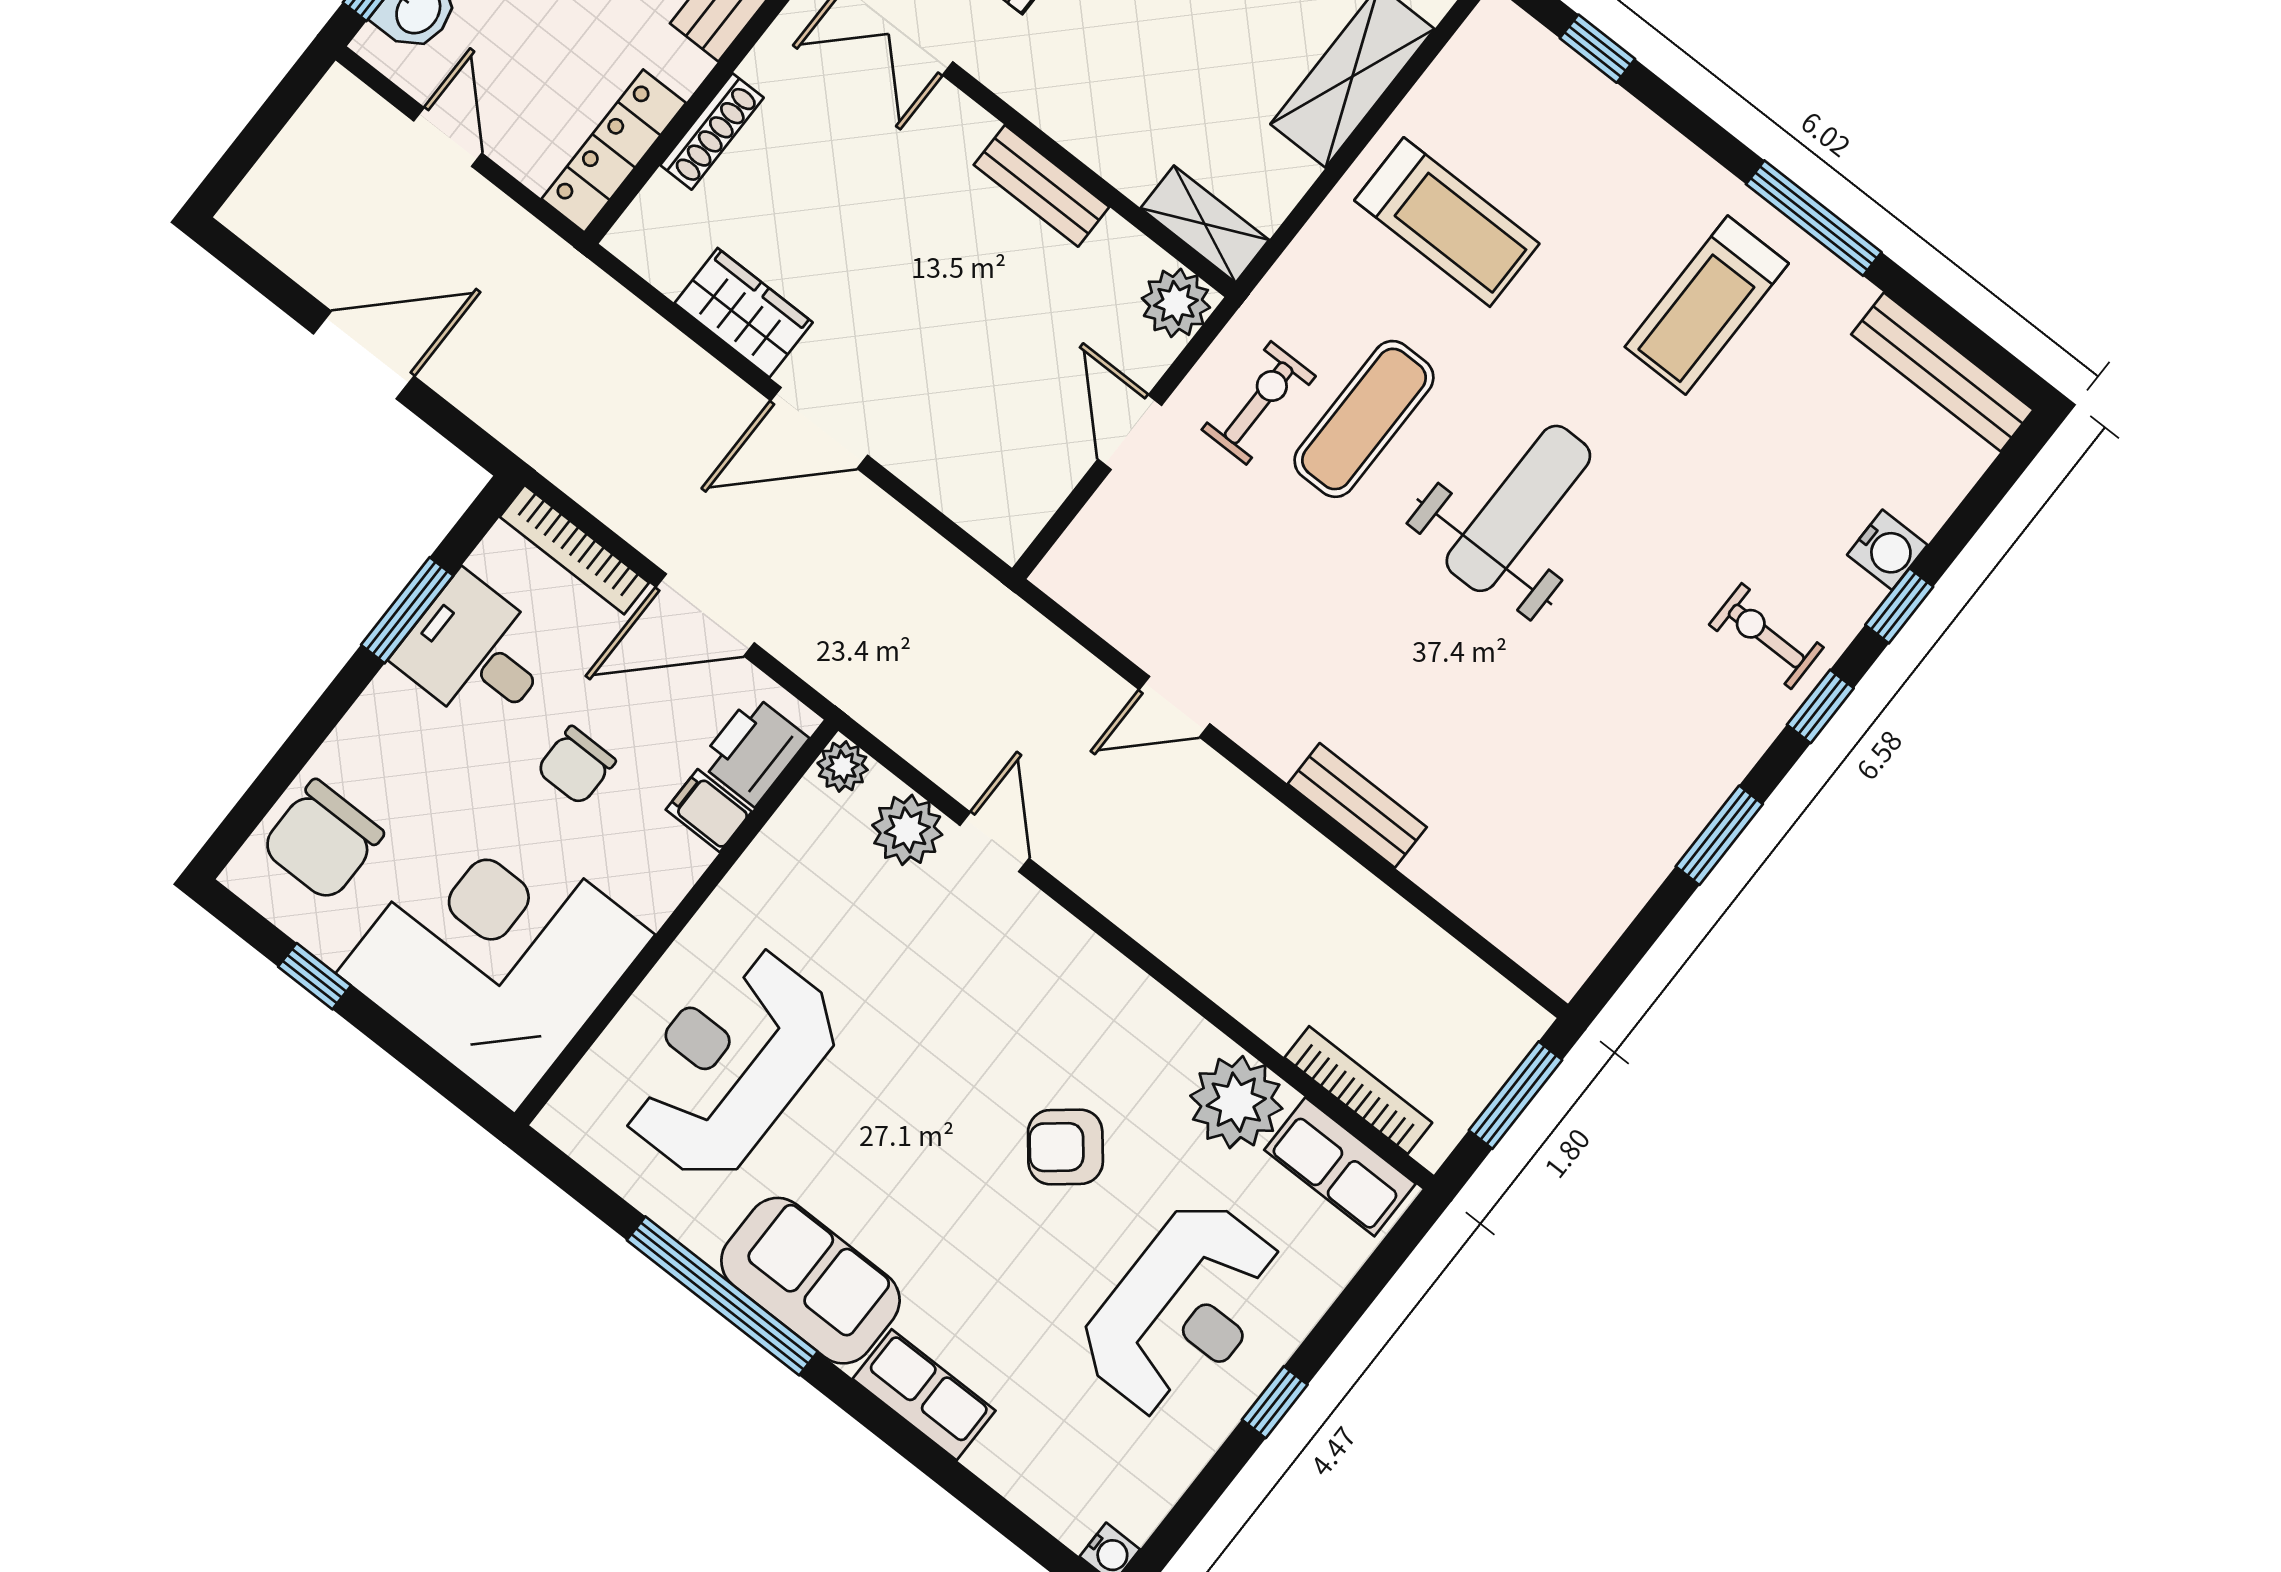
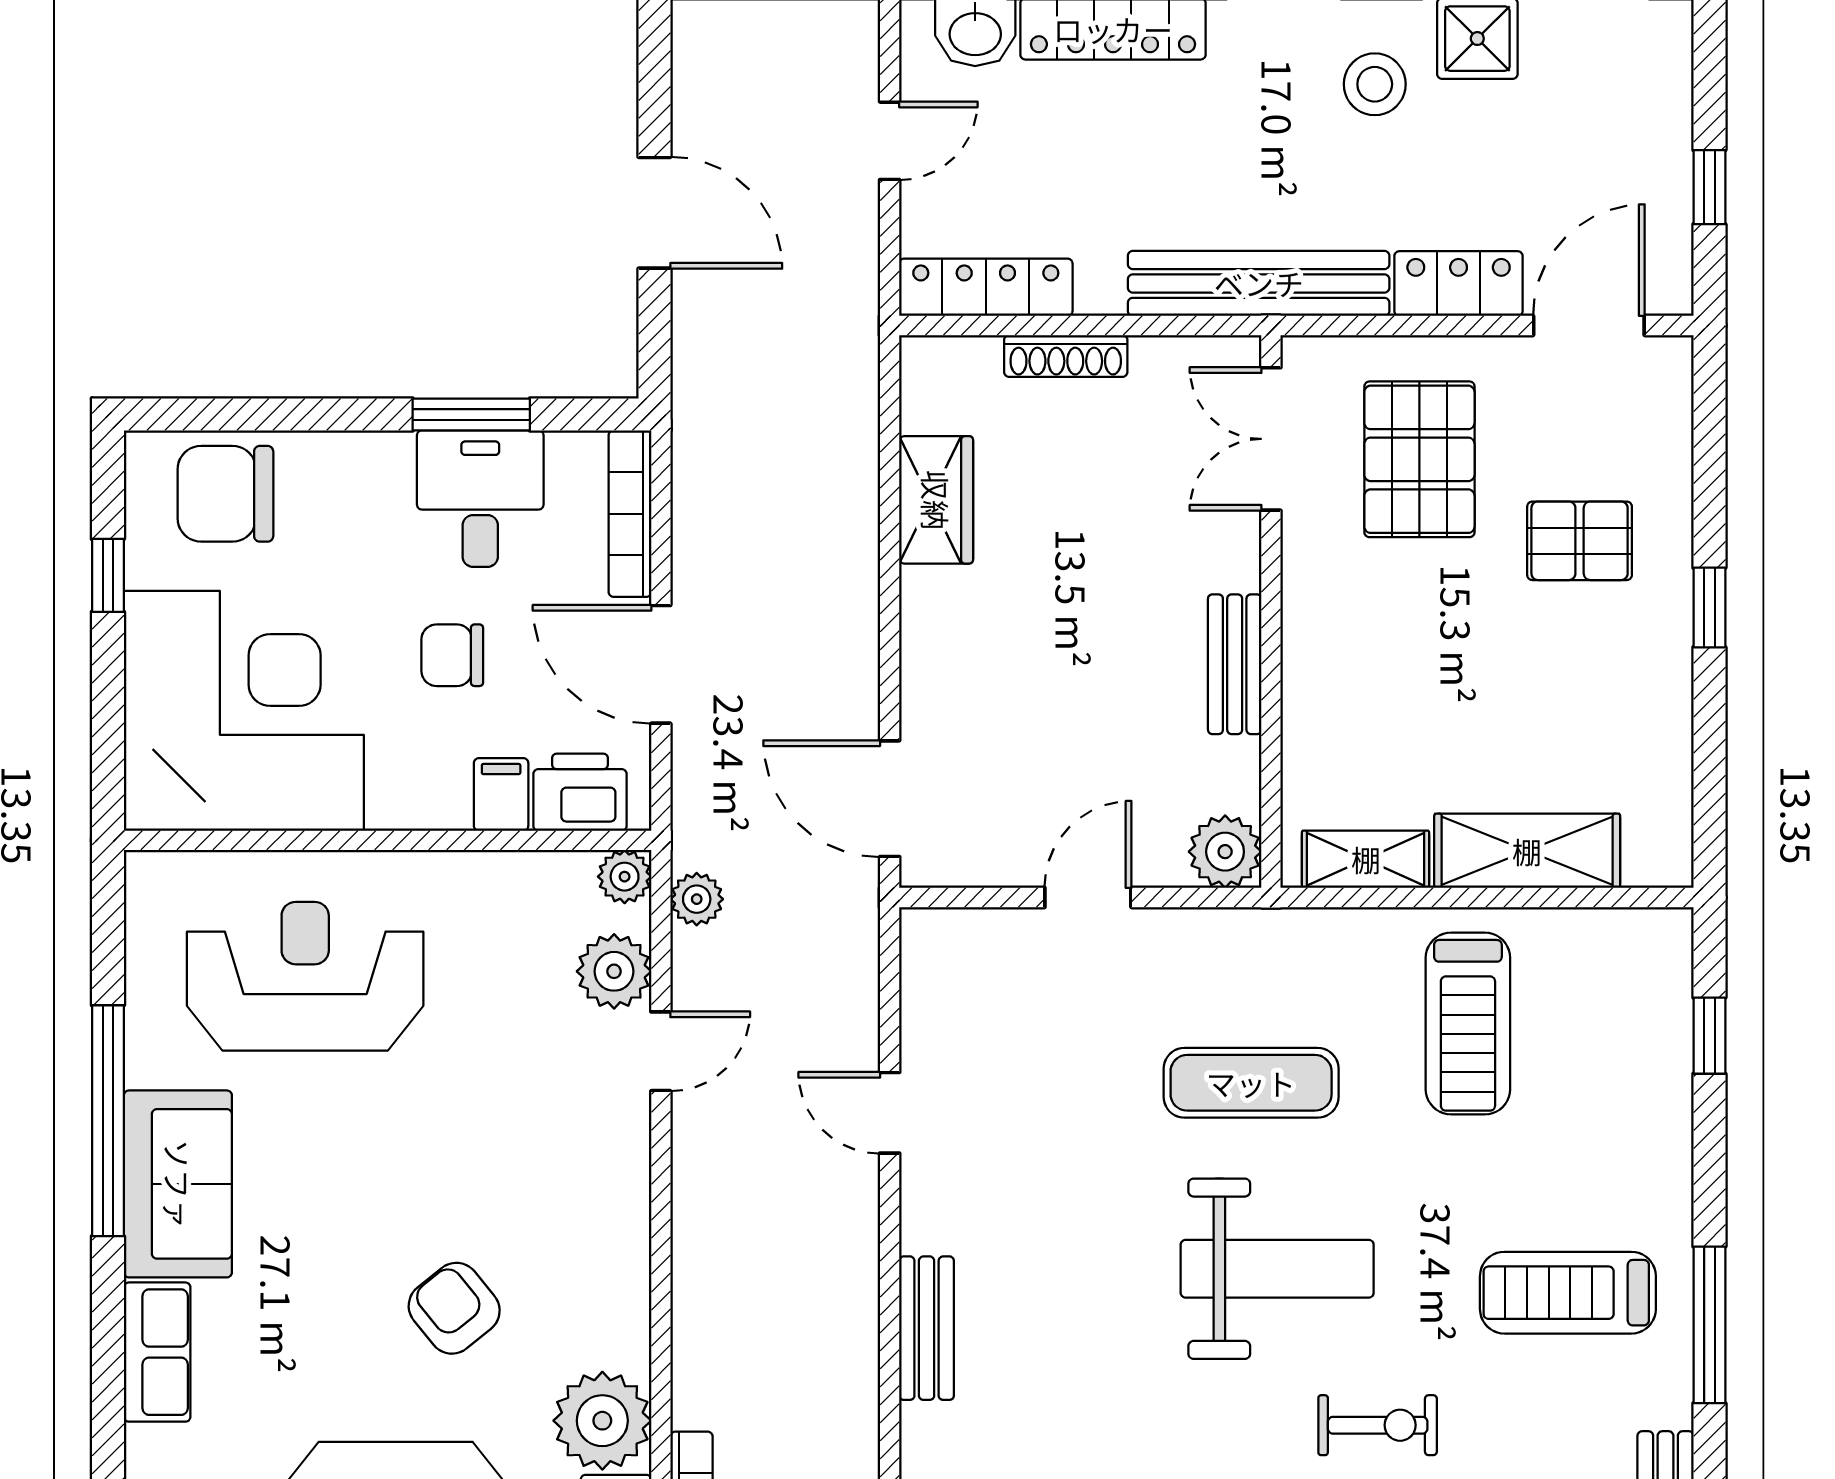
shelving: (1205, 224) -> (1366, 859), moved, turned 90
exercise bike: (1259, 403) -> (1378, 1425), moved
door: (819, 428) -> (890, 799), moved
plant: (902, 726) -> (697, 899), added

